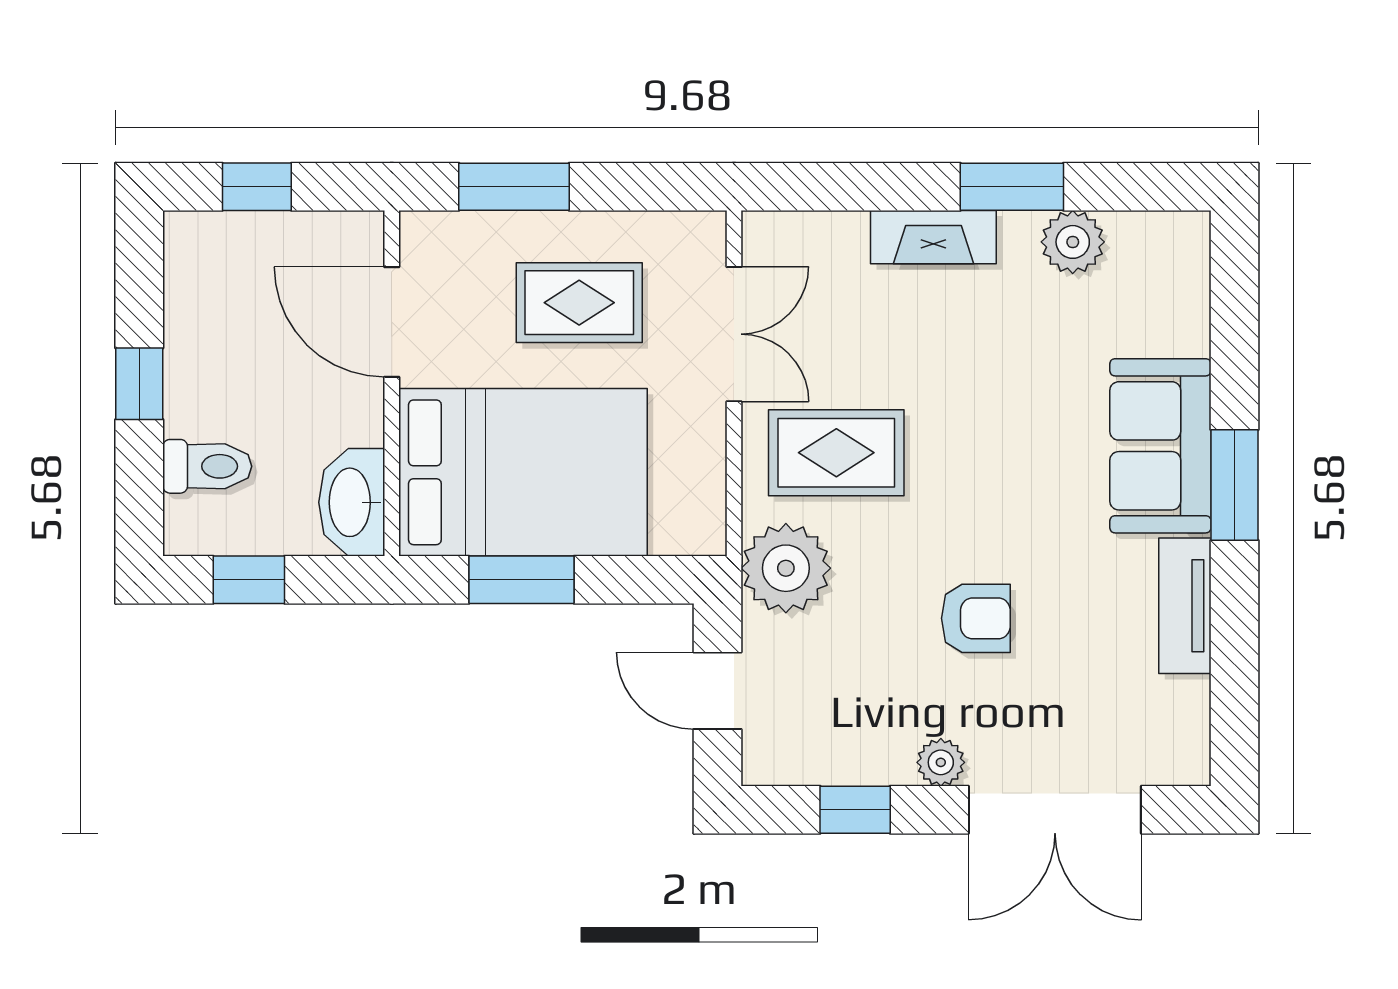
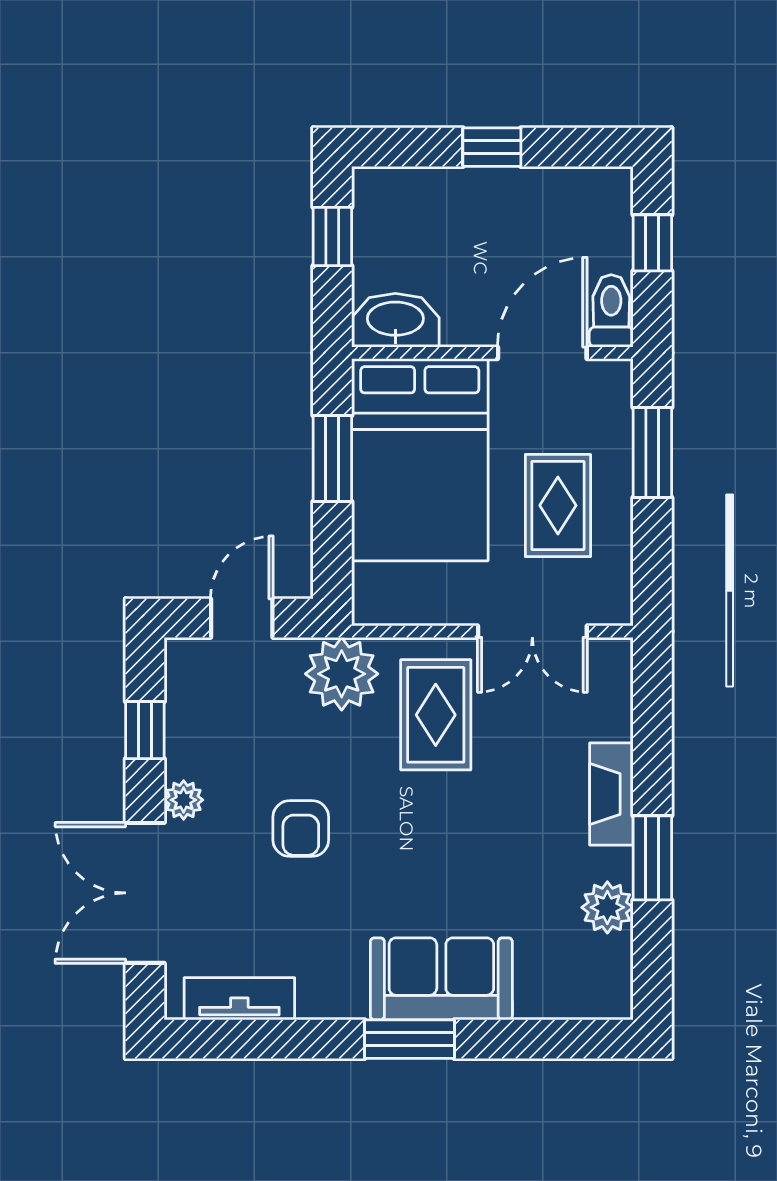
toilet: (207, 466) -> (611, 311), moved, turned 180
tv unit: (1185, 606) -> (239, 999), moved

